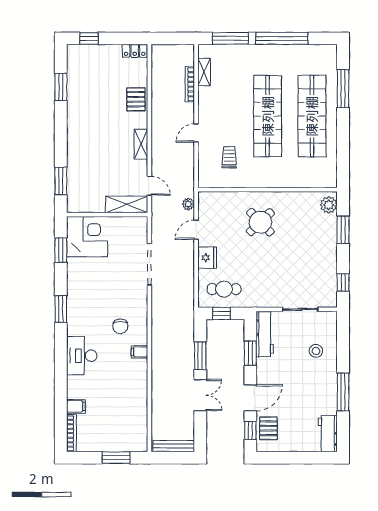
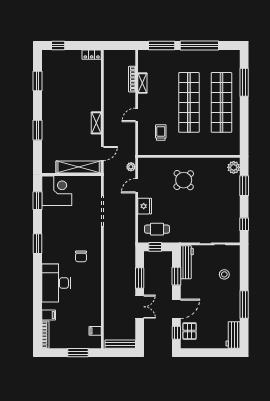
shelving: (204, 72) -> (142, 83), moved
pallet: (136, 99) -> (92, 90), removed
window: (61, 181) -> (37, 130), moved
door: (149, 186) -> (102, 153), hinge flipped
shelving: (127, 204) -> (79, 167), width x1.47
filing cabinet: (139, 352) -> (95, 331), moved
desk: (82, 356) -> (56, 283), width x1.36, depth x1.30

